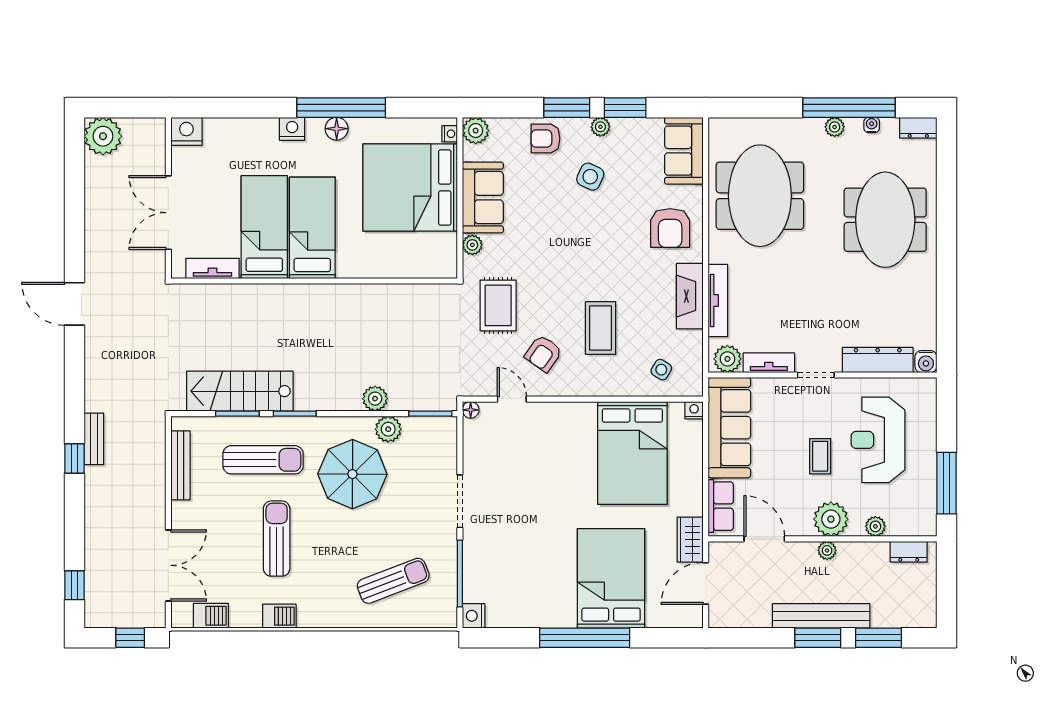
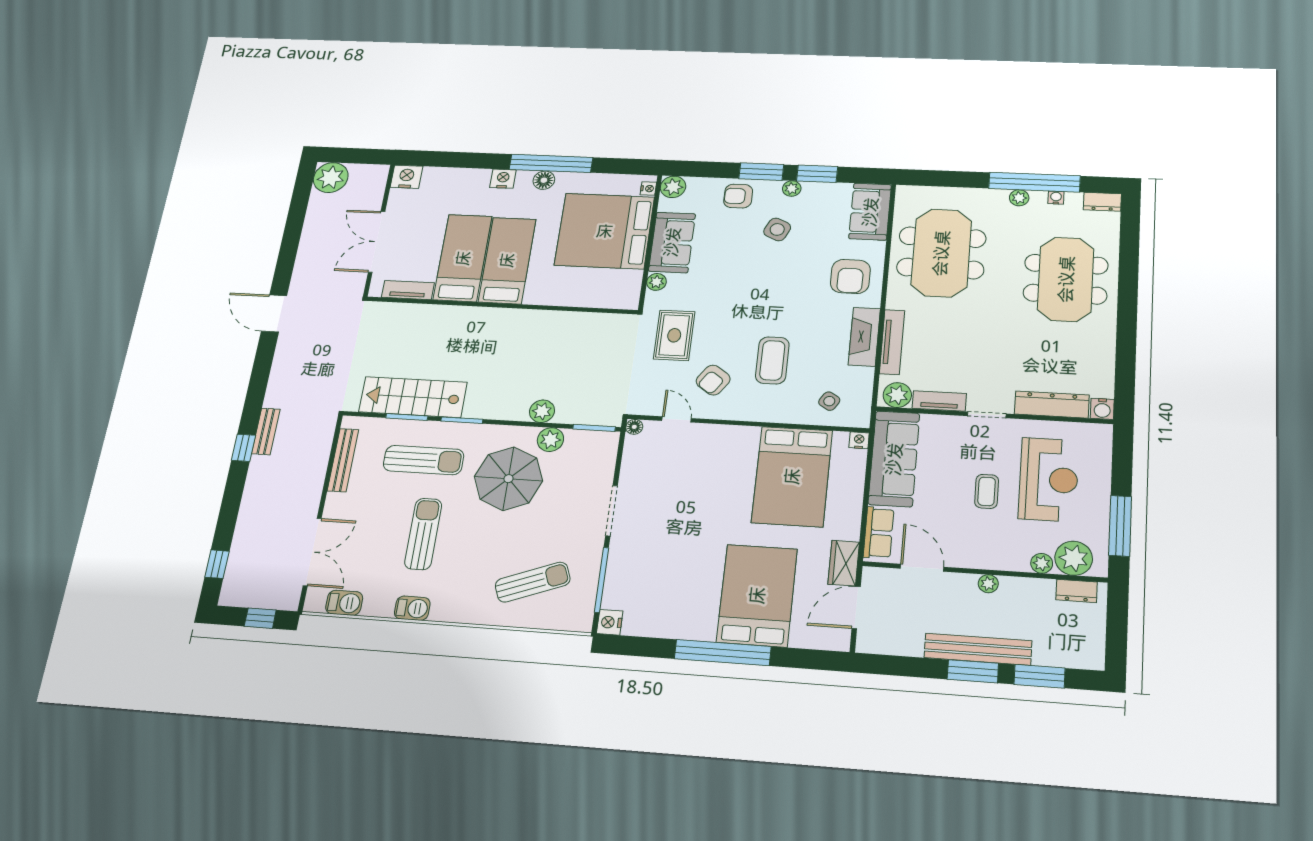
reception desk: (878, 440) -> (1049, 480), turned 180
plant: (831, 519) -> (1074, 558), moved

